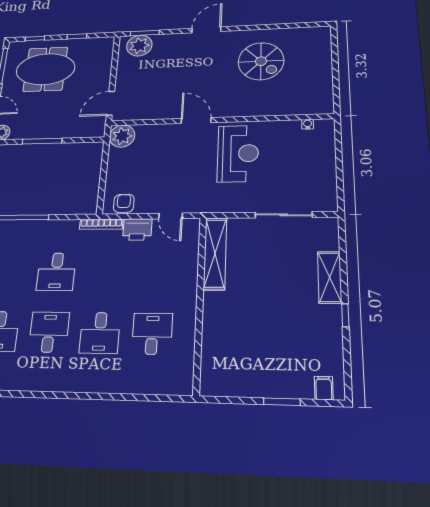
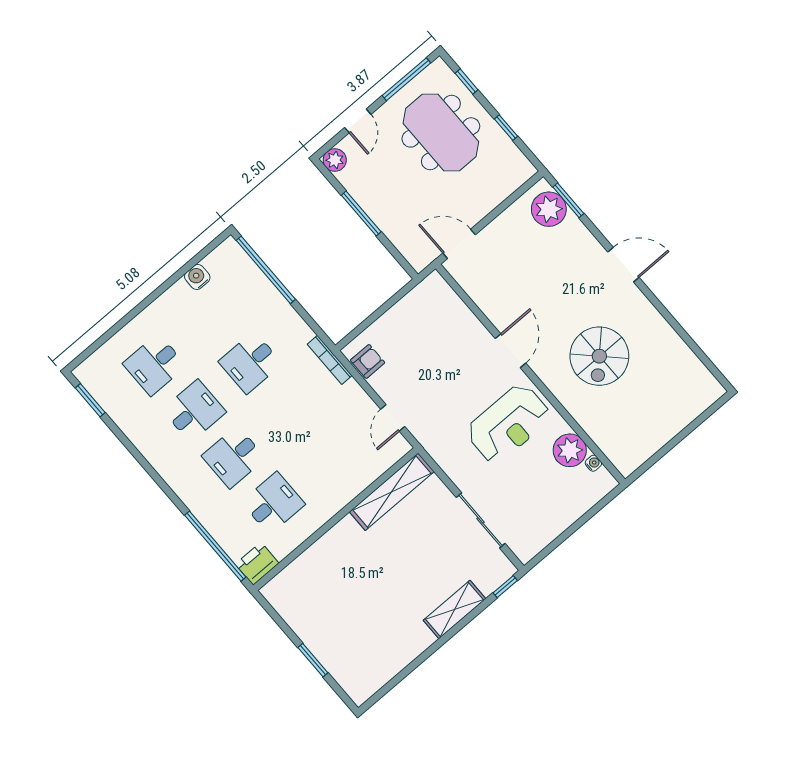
spiral stairs: (261, 61) -> (599, 356), moved
plant: (122, 136) -> (570, 450), moved
printer: (137, 229) -> (257, 564), moved, turned 90
window: (345, 315) -> (505, 587), moved
filing cabinet: (324, 388) -> (353, 683), removed
window: (143, 398) -> (215, 546), added

